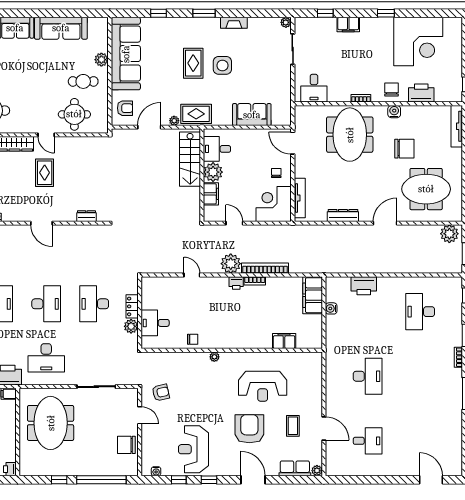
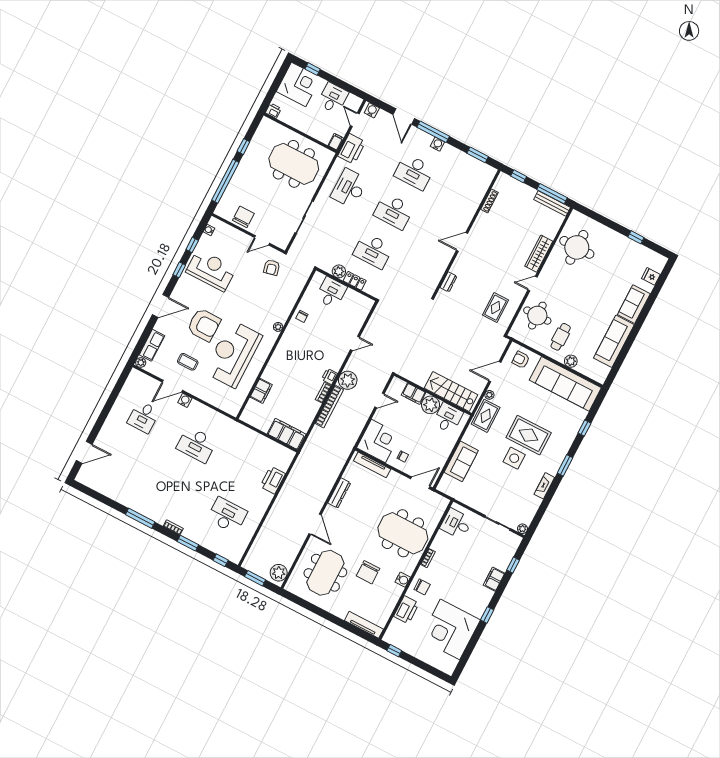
rug: (193, 63) -> (529, 435), width x1.36, depth x1.43
armchair: (125, 108) -> (521, 360), turned 90
door: (149, 127) -> (495, 372), swing flipped
rug: (45, 173) -> (495, 308), moved, turned 90
desk: (94, 304) -> (373, 251), turned 180
water cooler: (331, 308) -> (185, 400), moved
reception desk: (263, 386) -> (233, 354), width x1.36, depth x1.30

